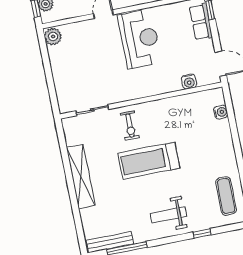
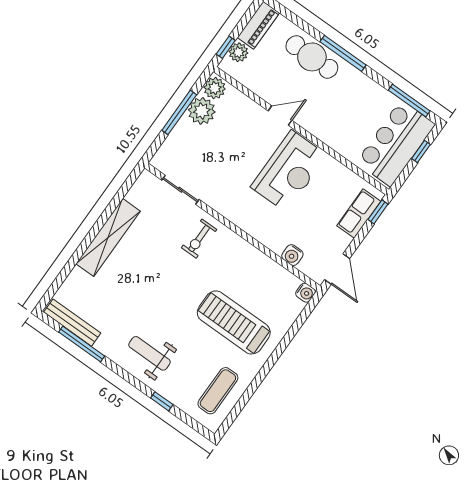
plant: (59, 56) -> (202, 111), added
window: (48, 70) -> (179, 112), added
water cooler: (221, 112) -> (306, 293), moved
treadmill: (149, 161) -> (234, 322), moved

